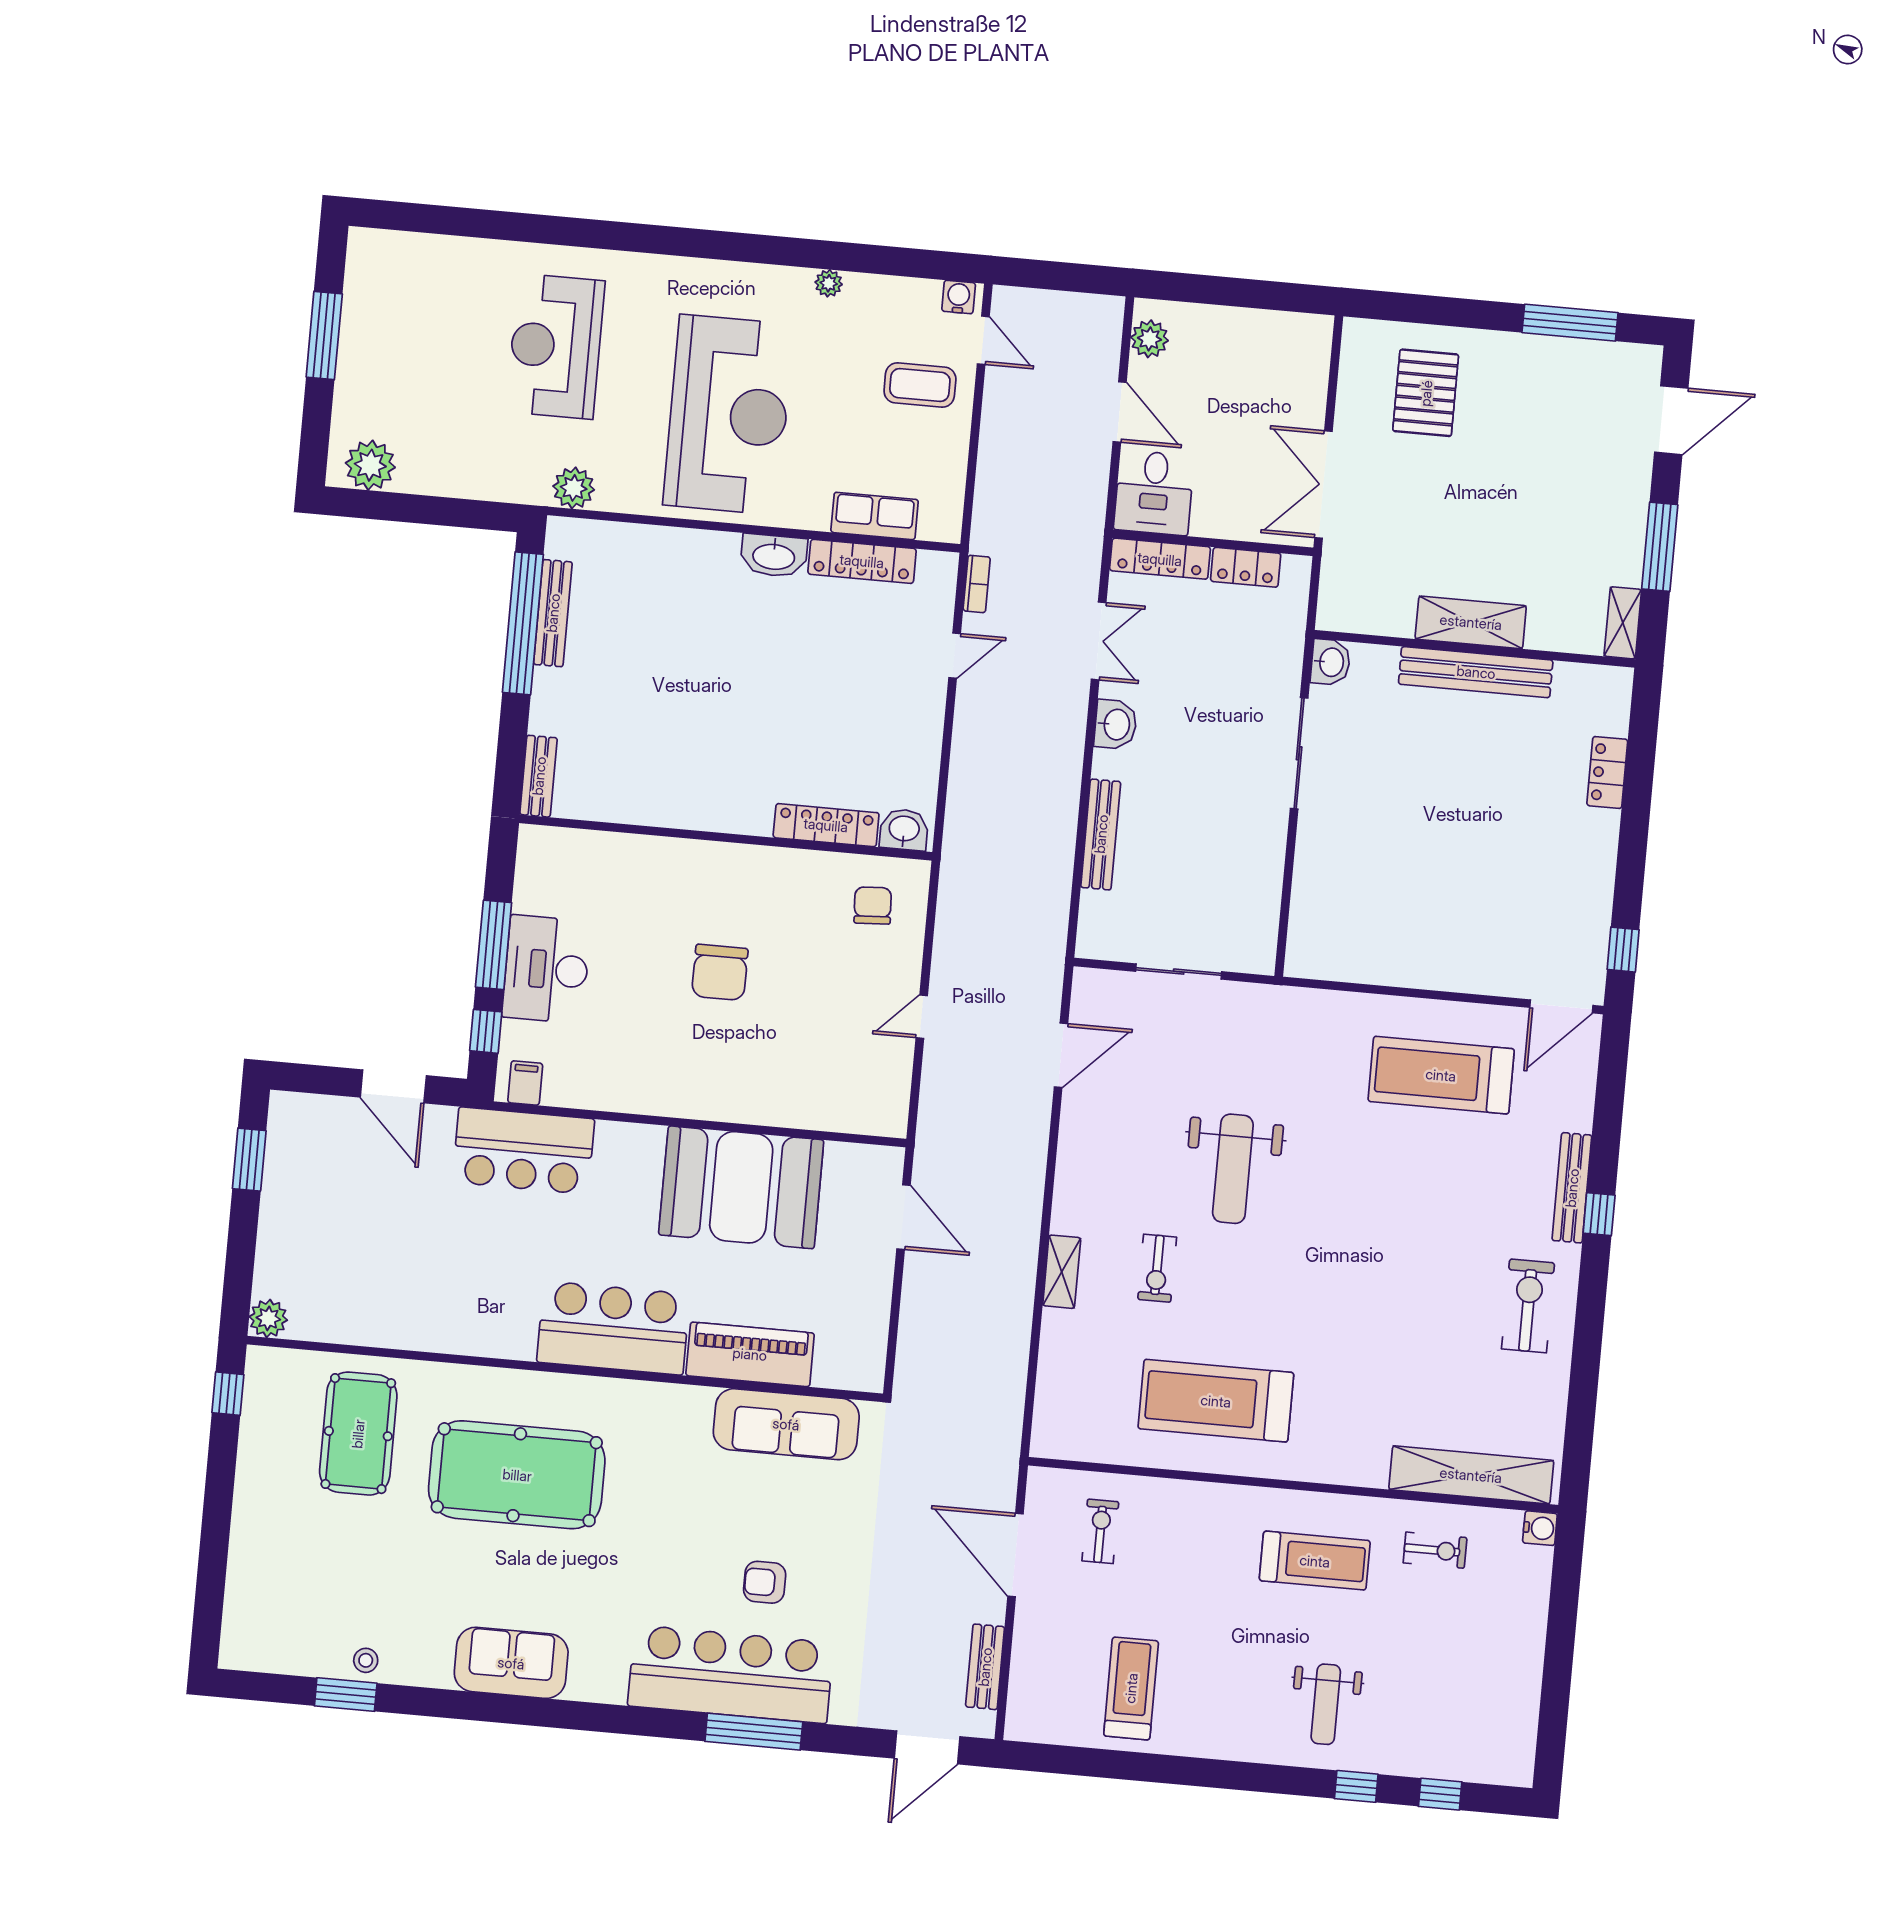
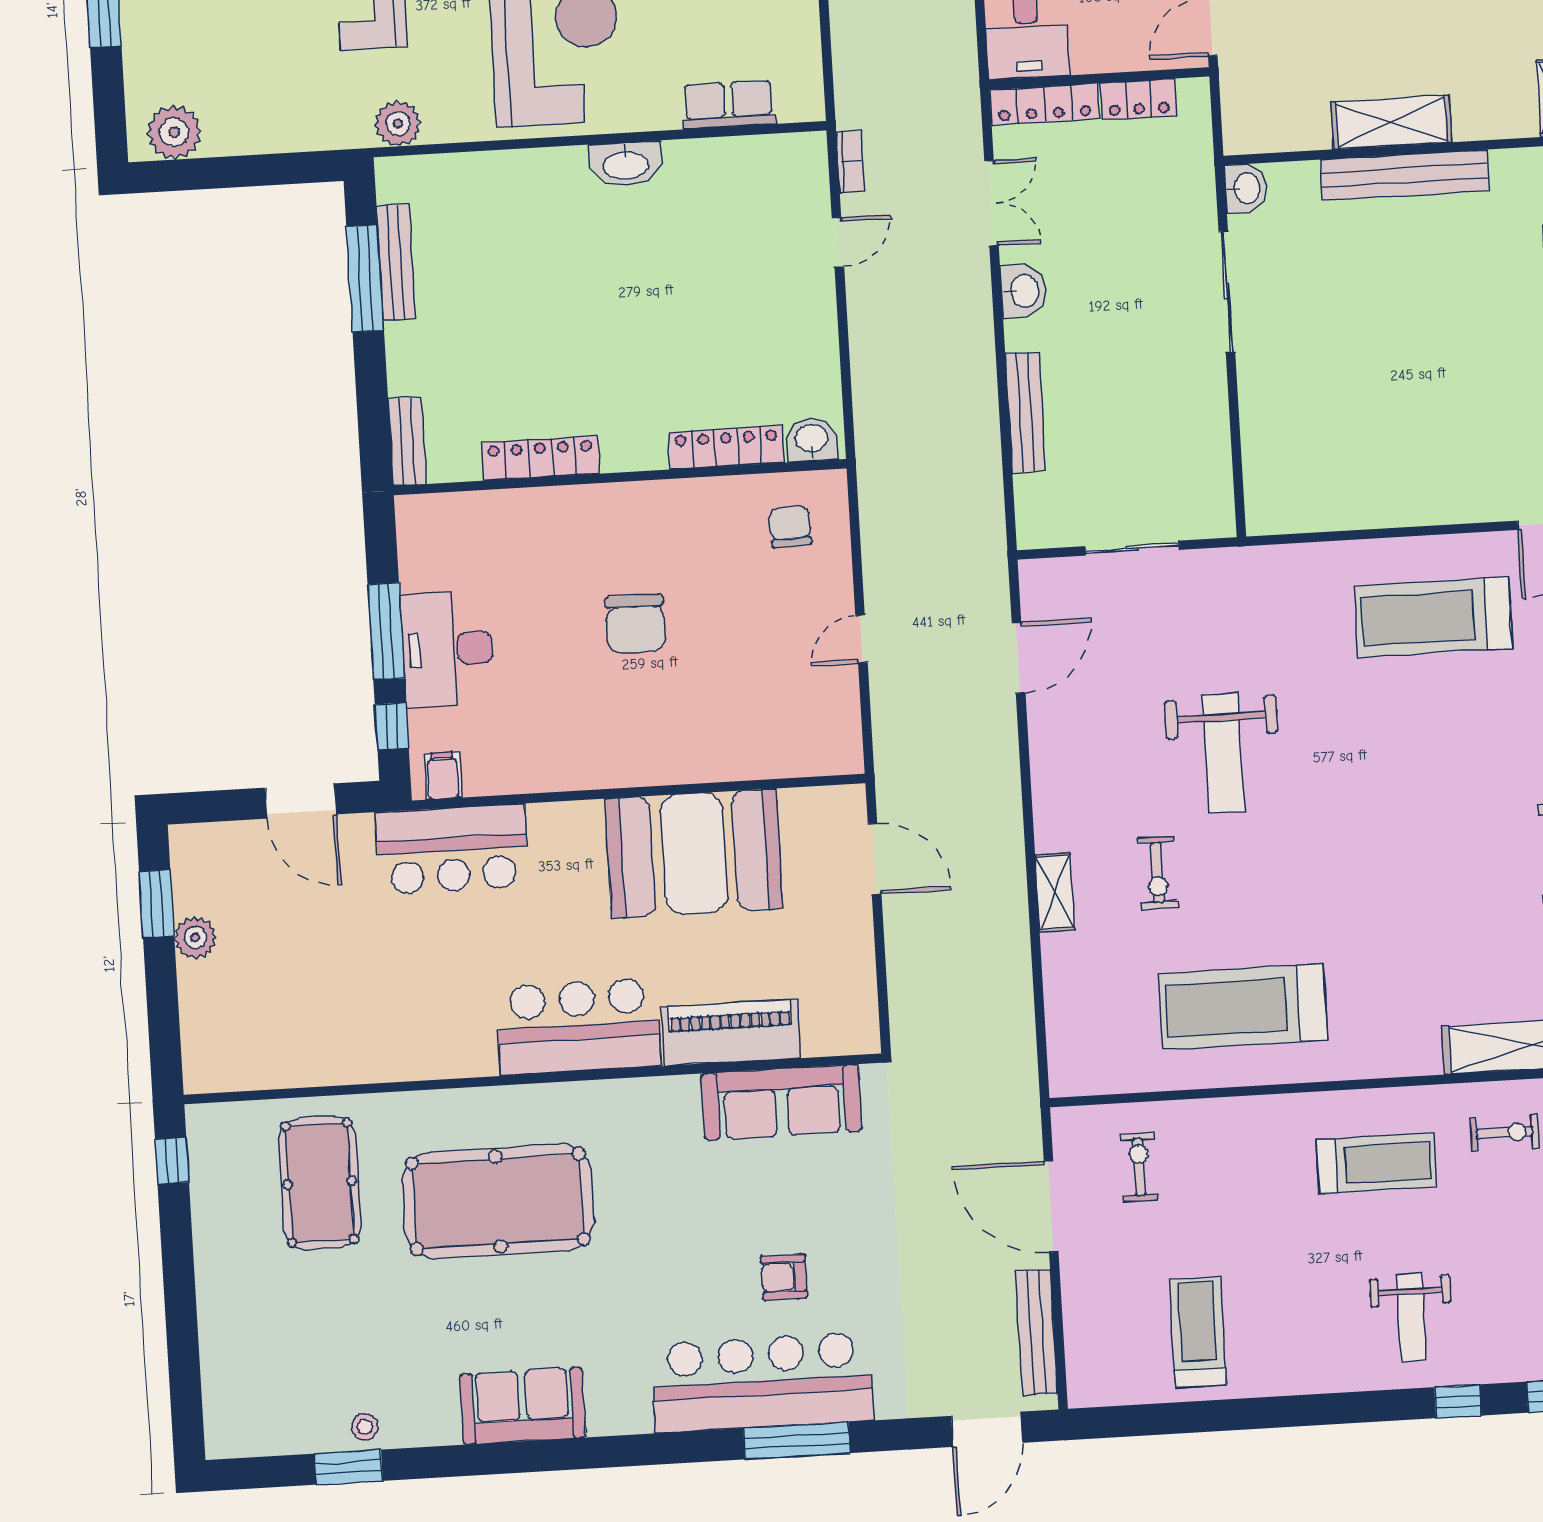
locker: (862, 561) -> (540, 458), moved, turned 180
window: (523, 623) -> (365, 278), width x0.68
plant: (268, 1318) -> (195, 938), moved
bench: (985, 1667) -> (1036, 1333), width x1.36

